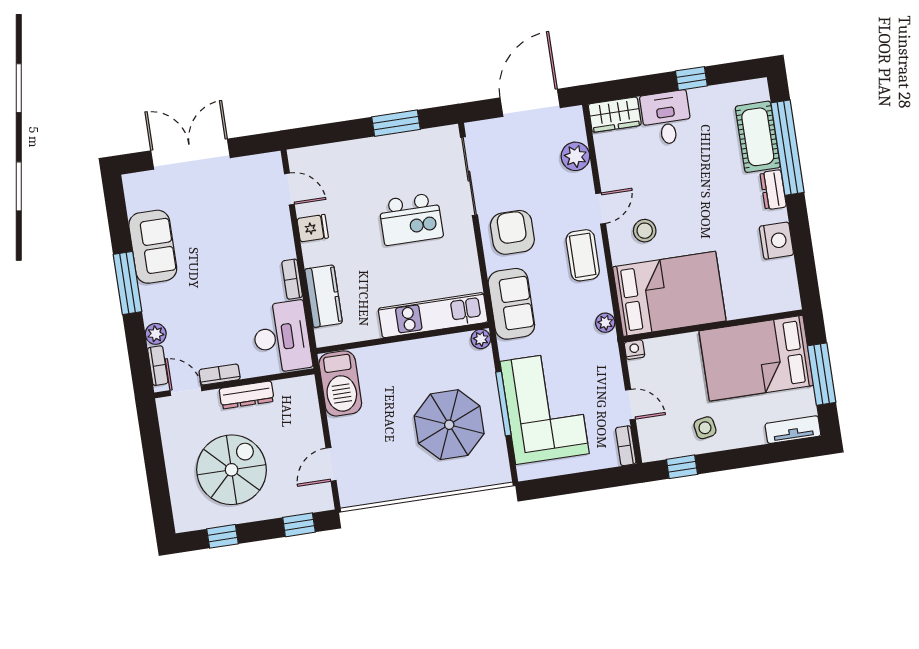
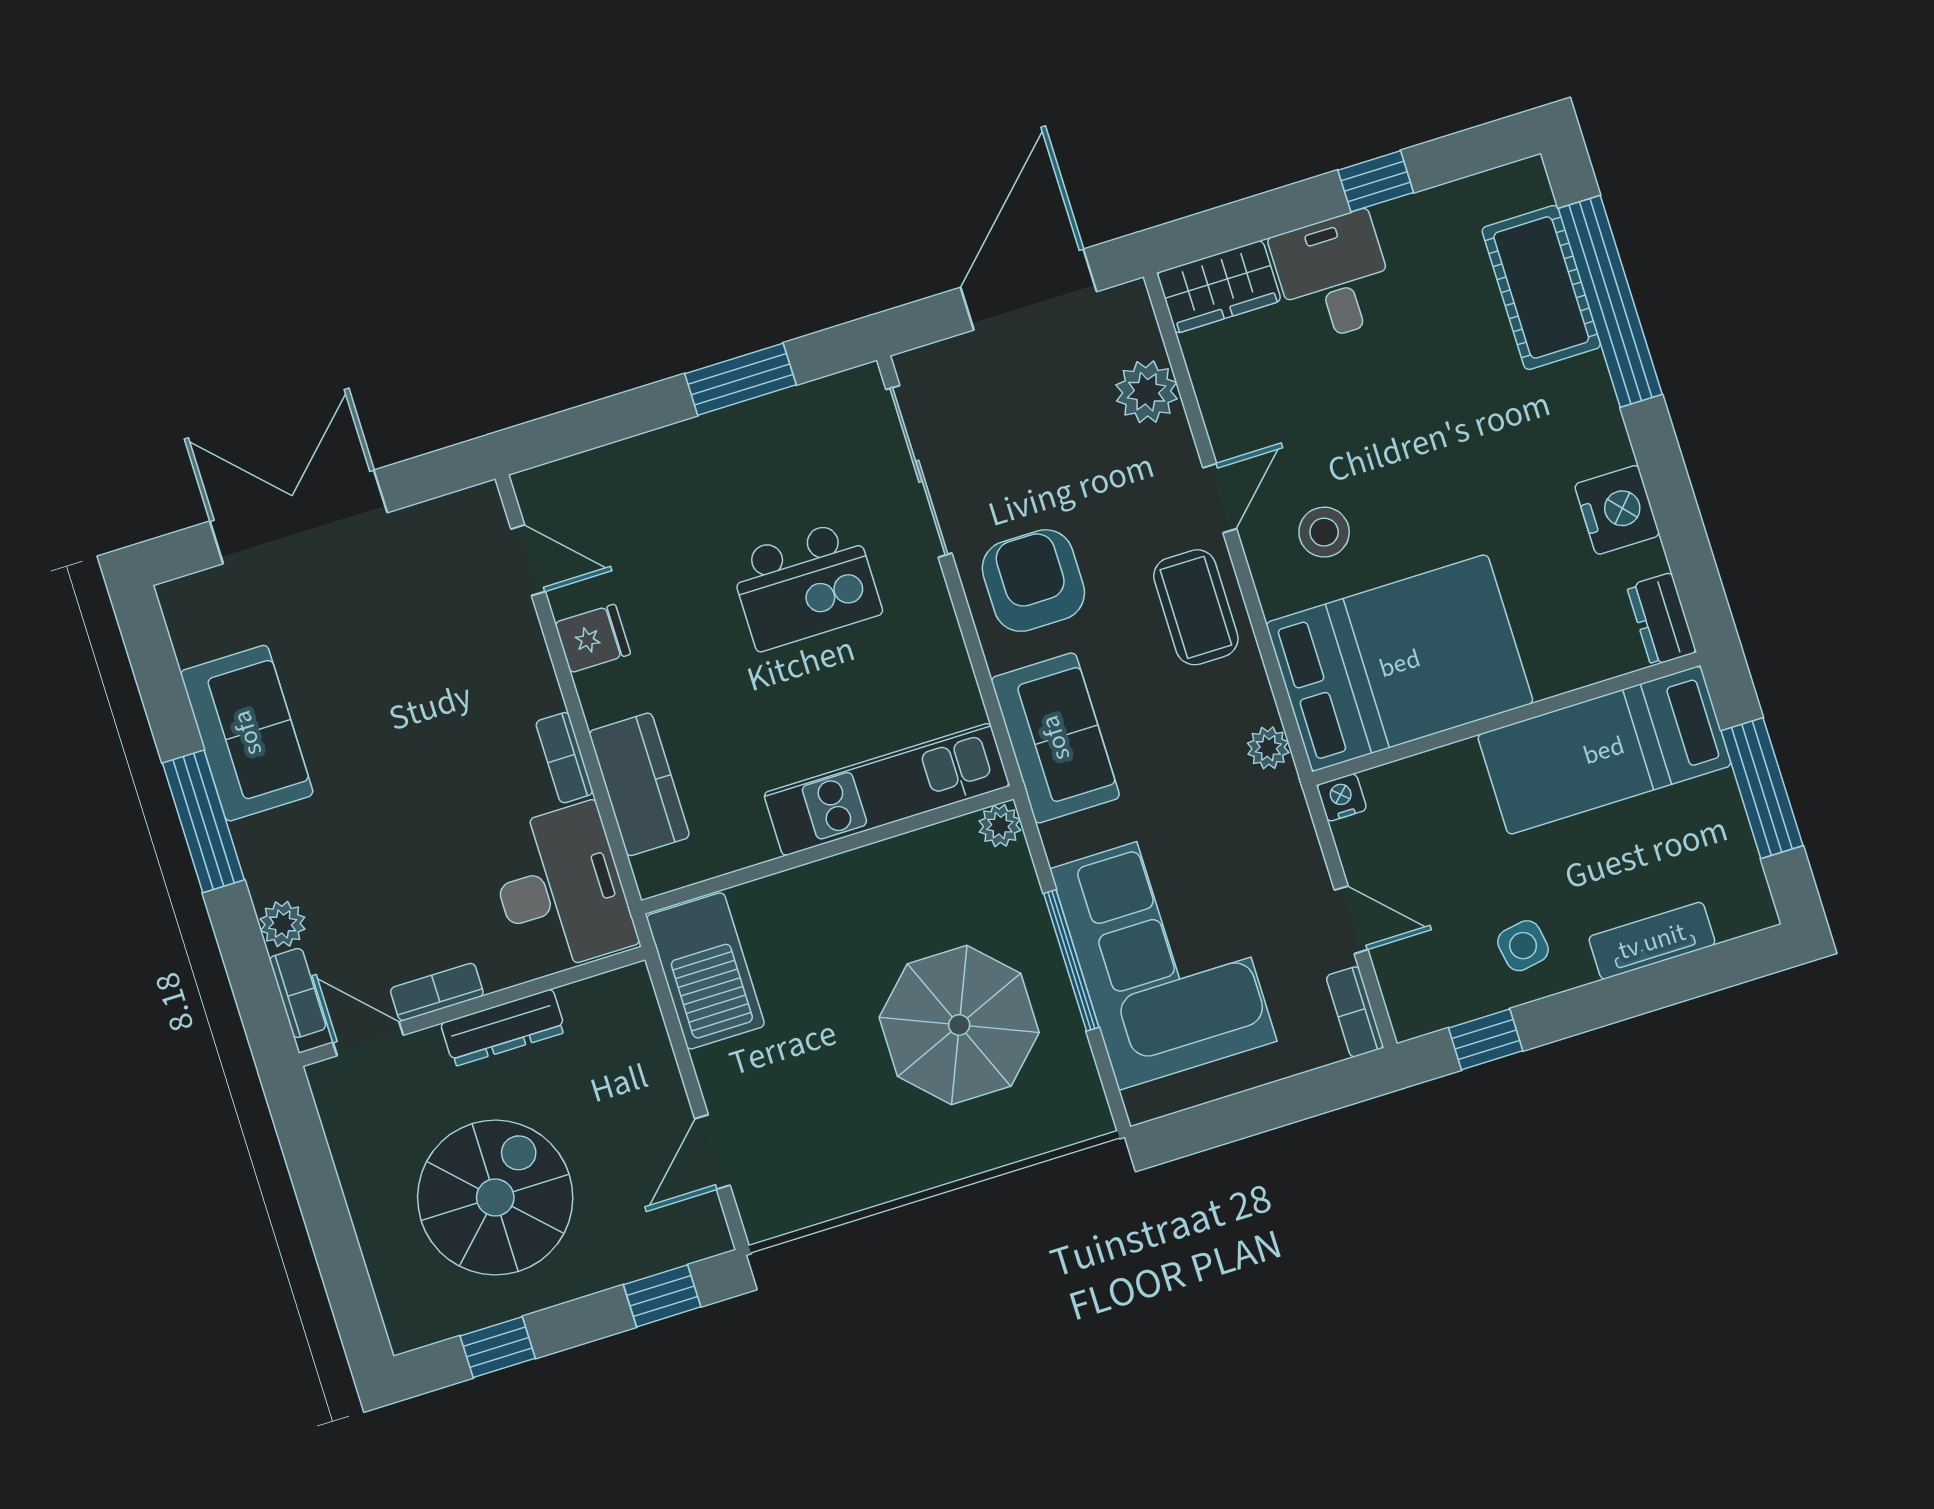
dresser: (773, 190) -> (1661, 619), moved
bed: (756, 358) -> (1604, 750), width x0.67
tv unit: (793, 430) -> (1652, 941), moved

